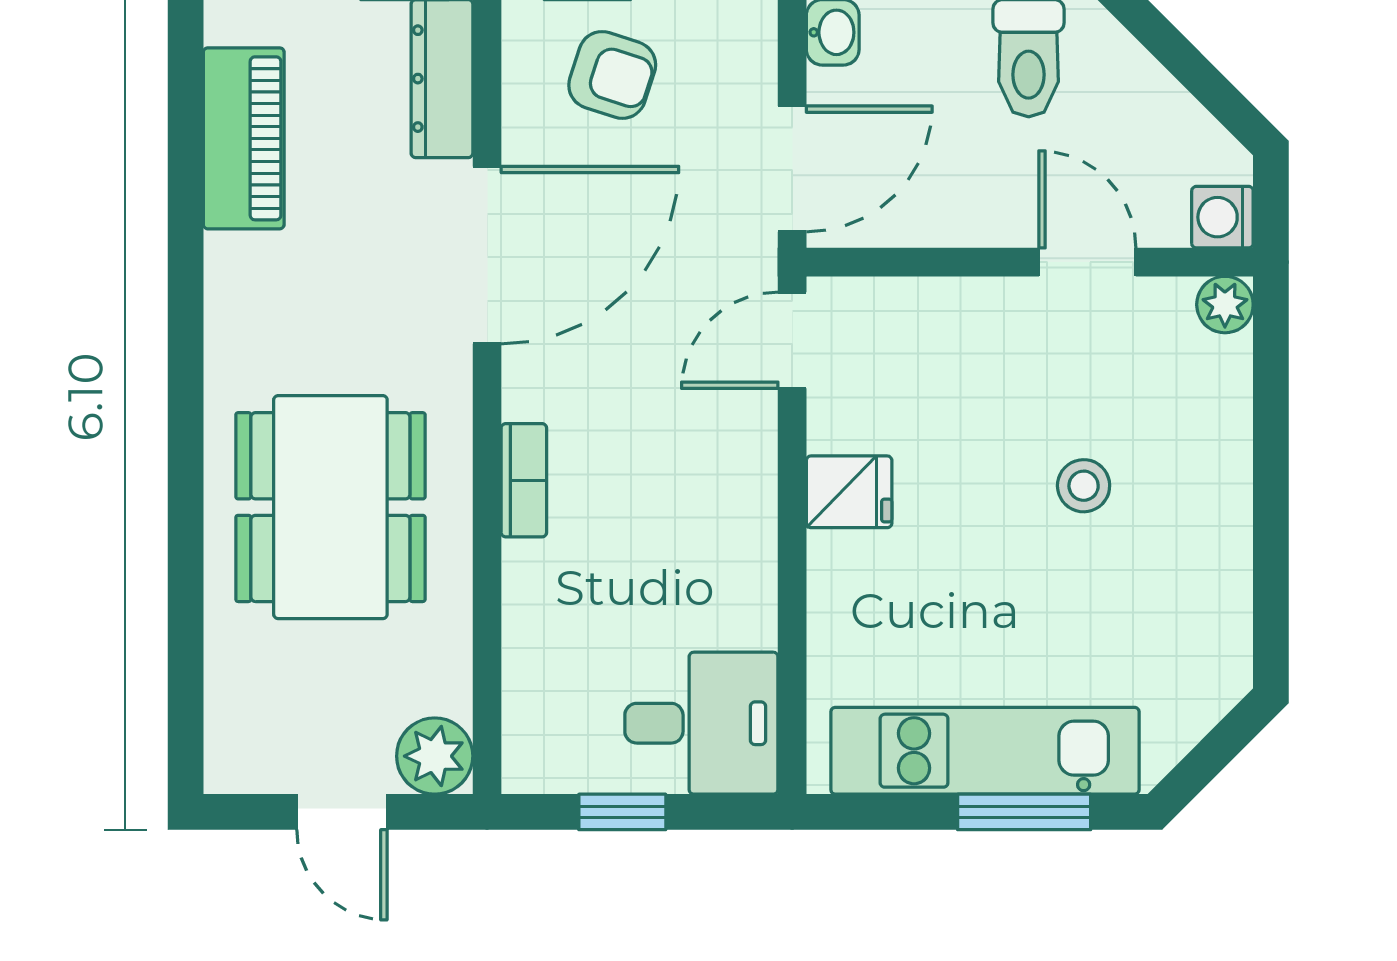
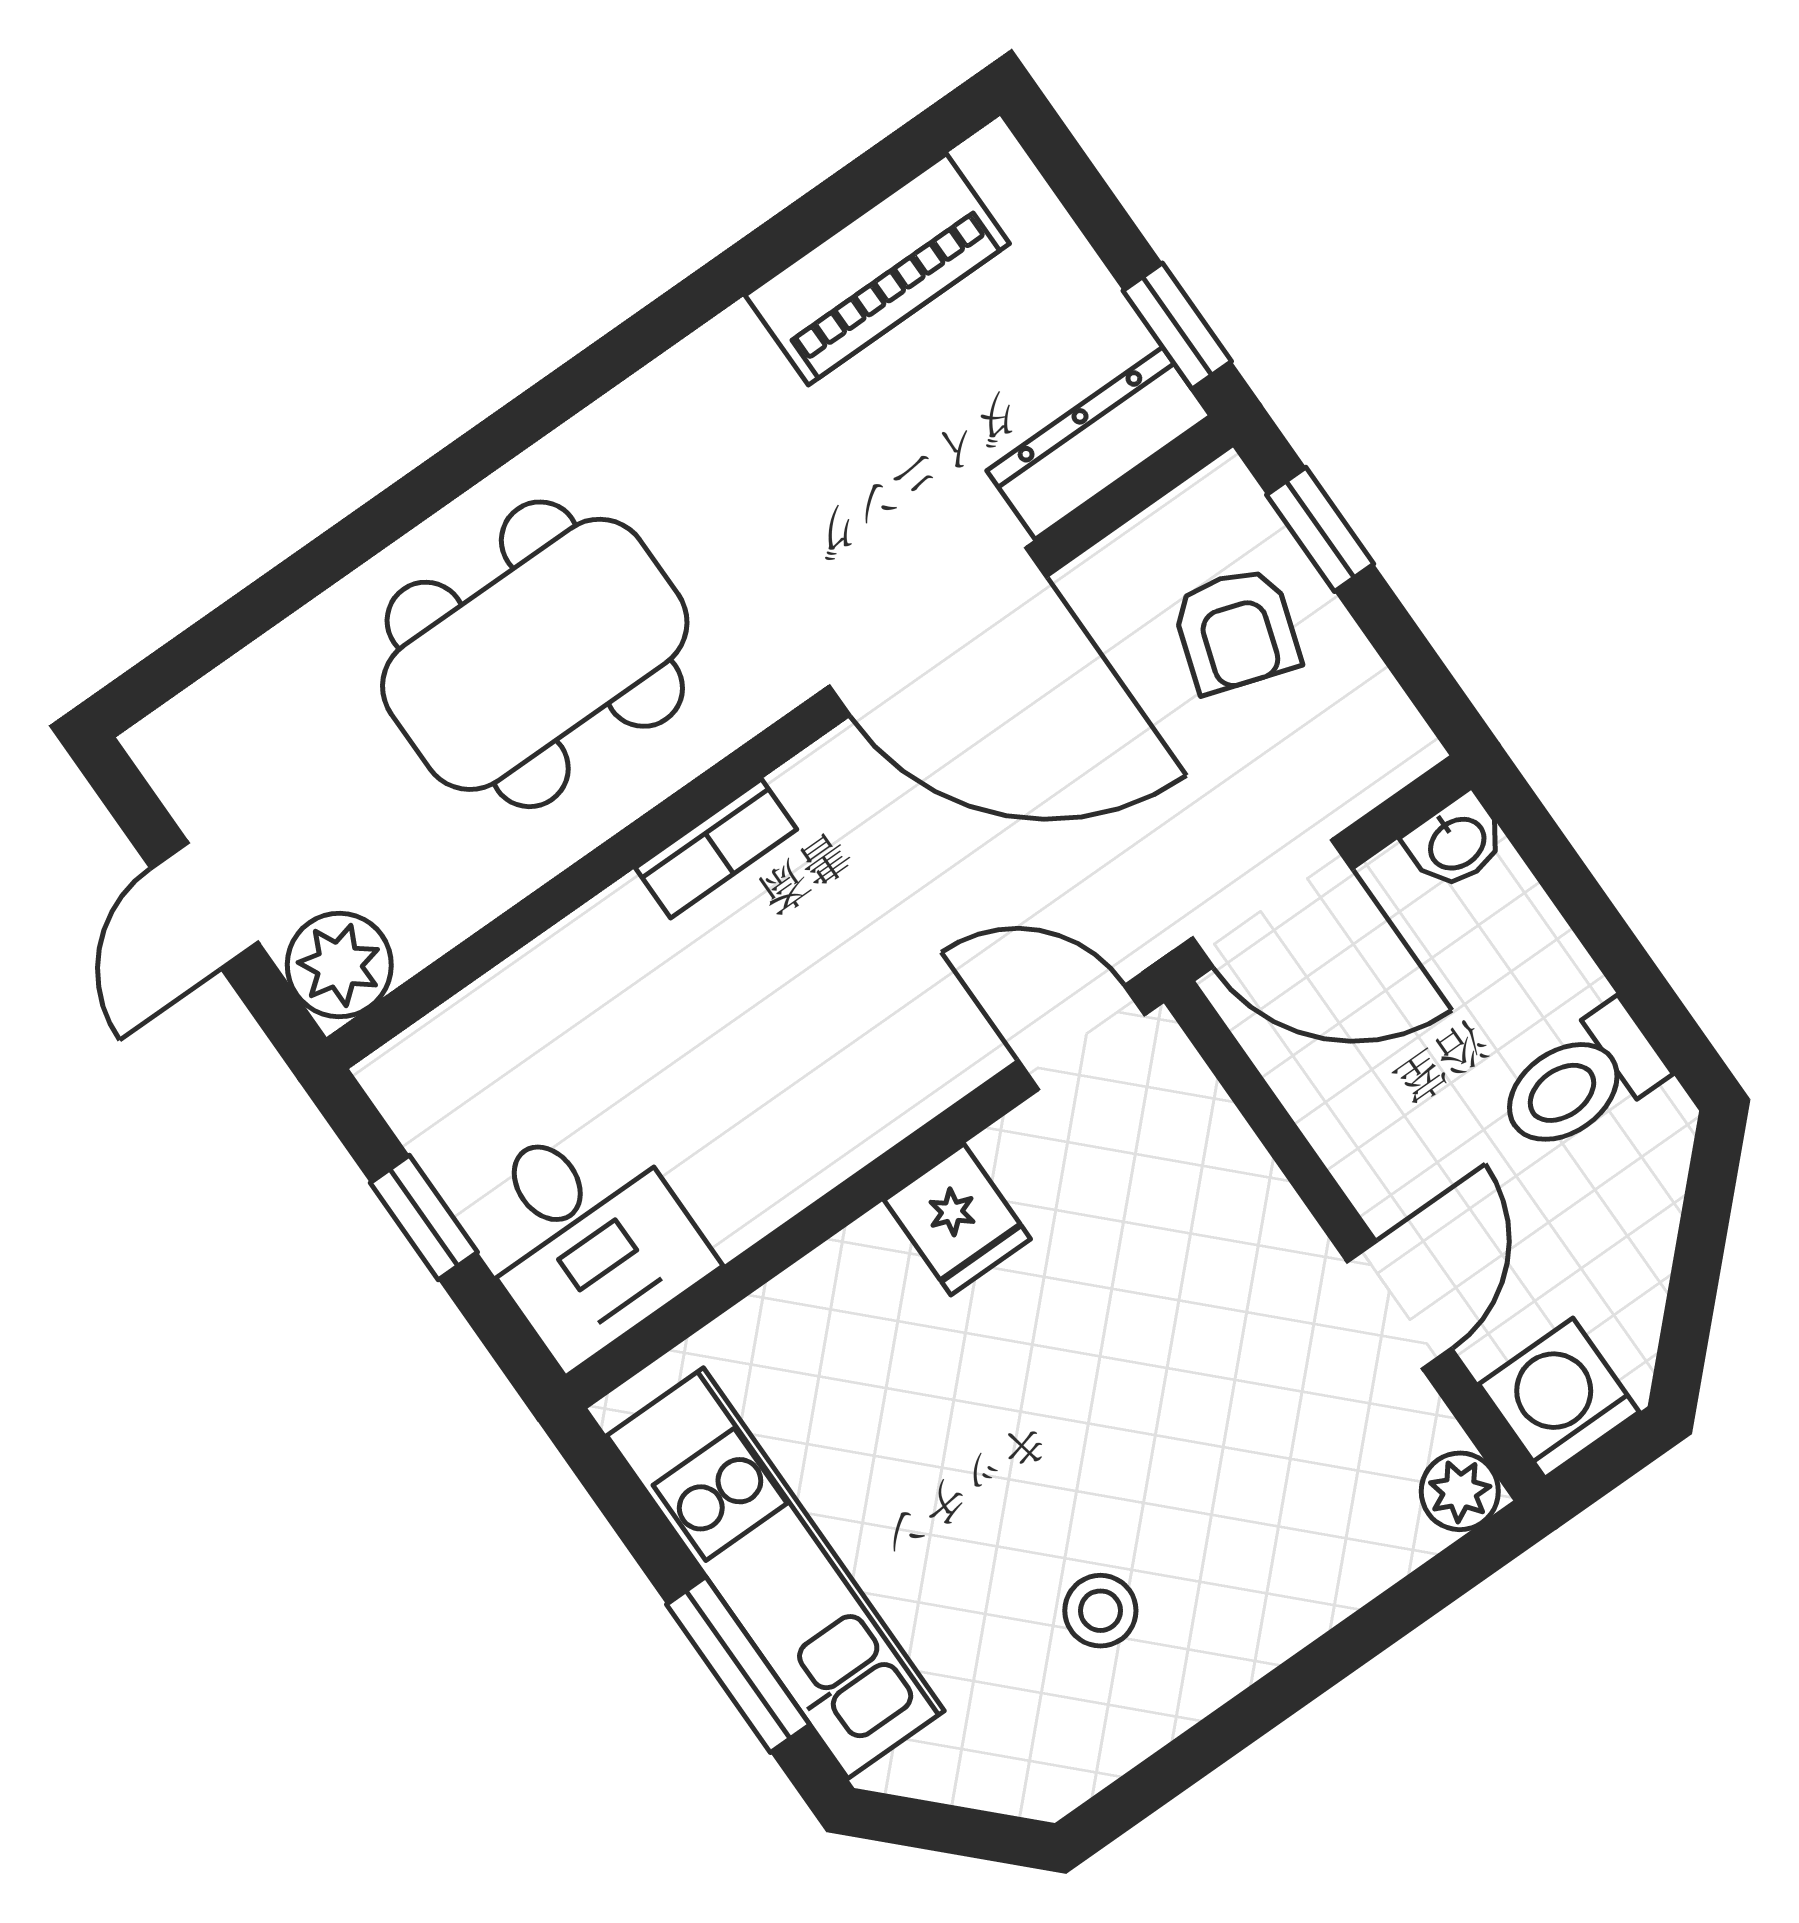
washing machine: (1222, 217) -> (1559, 1398), width x1.38, depth x1.38
stool: (1084, 486) -> (1100, 1611), moved

